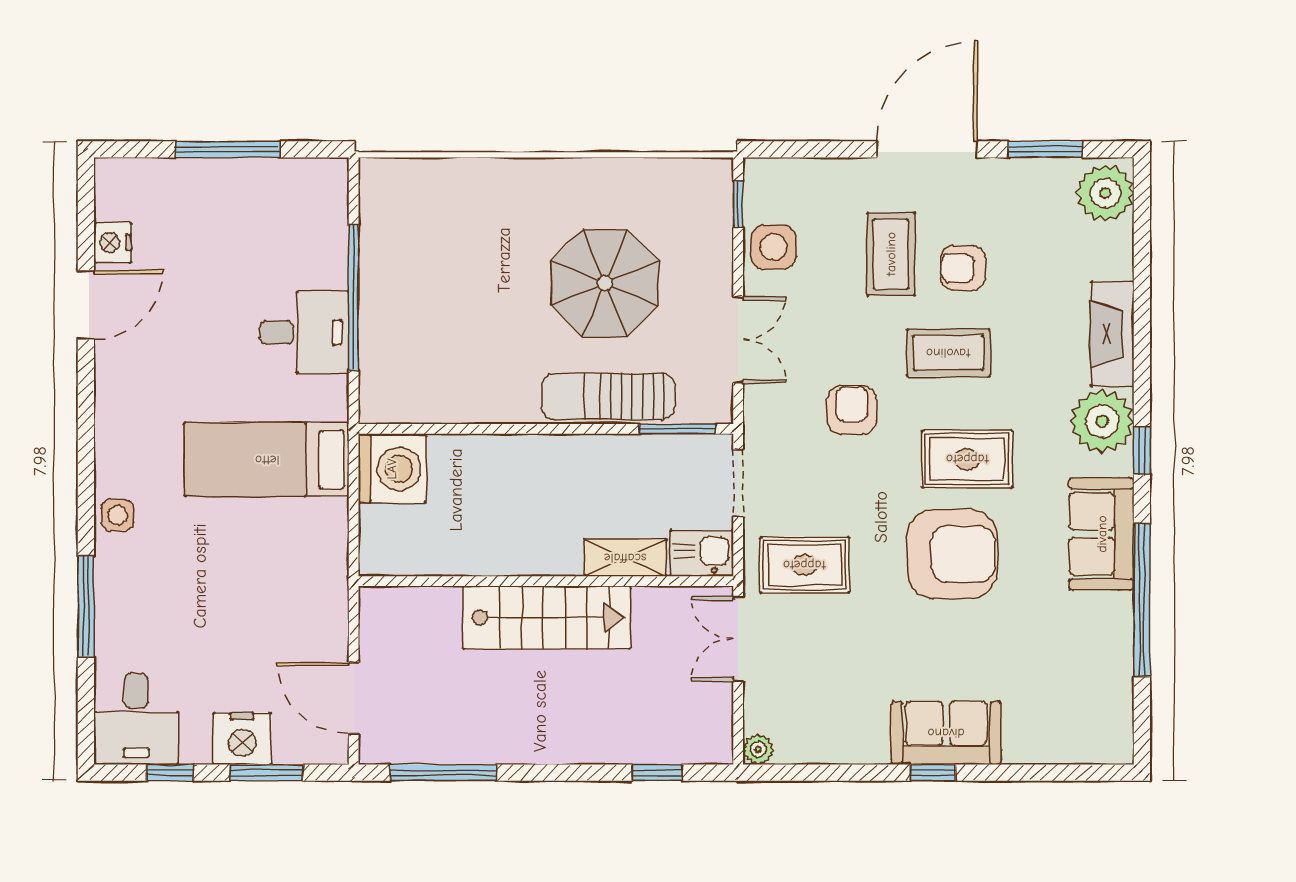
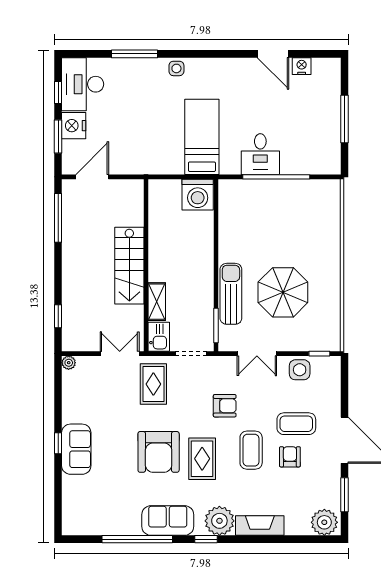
desk: (136, 719) -> (83, 84), width x1.37

